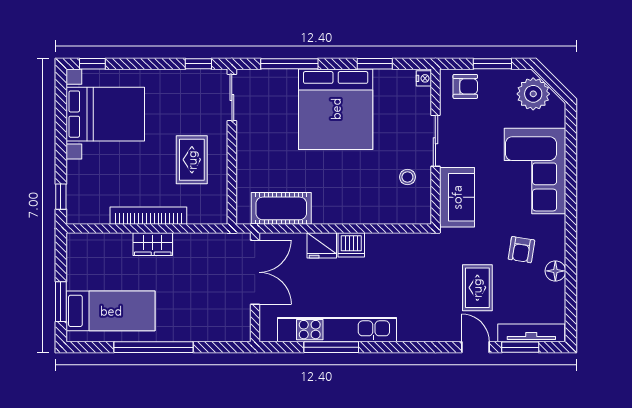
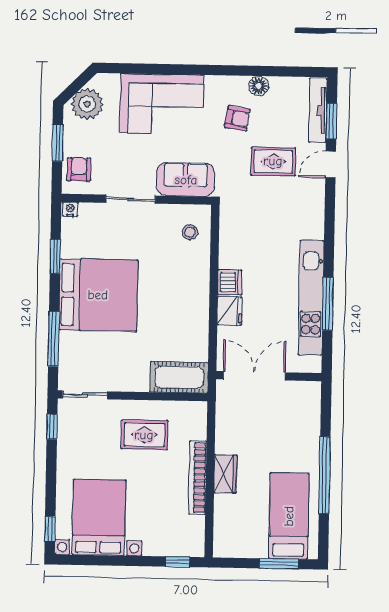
stool: (407, 177) -> (190, 232), moved
cot: (281, 208) -> (179, 377), moved, turned 90

